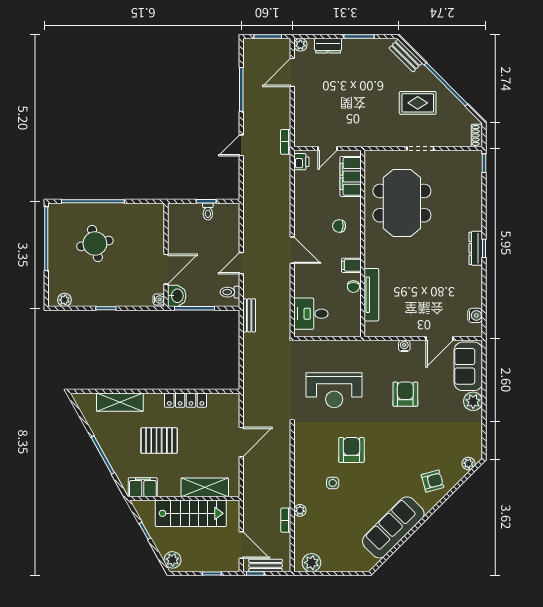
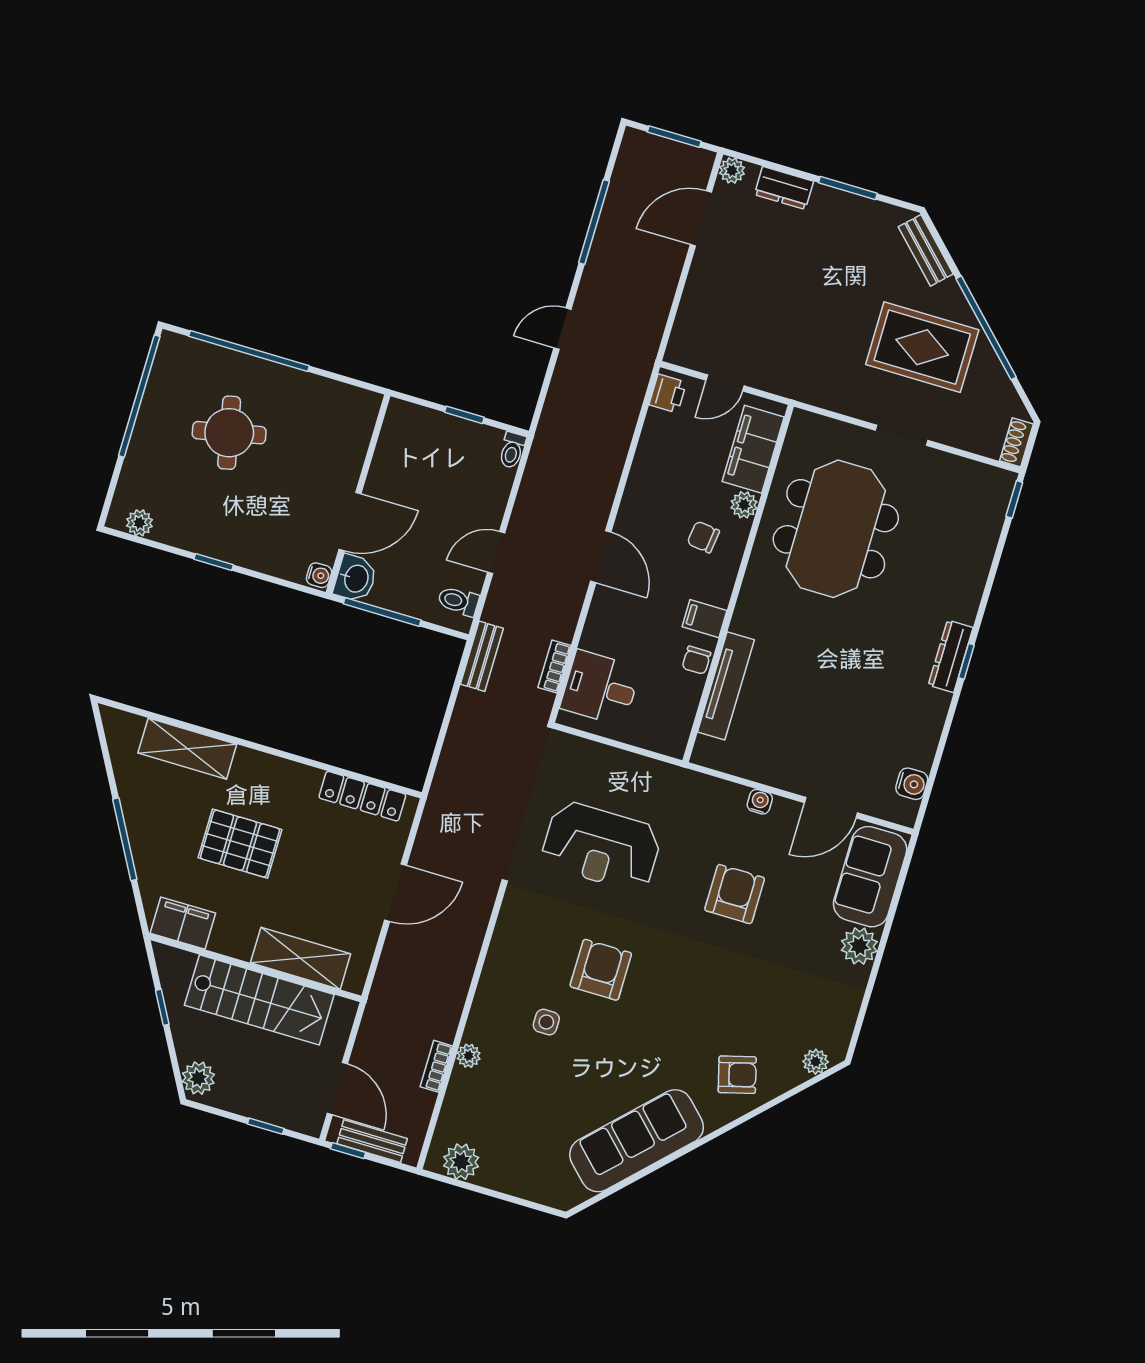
rug: (418, 103) -> (922, 347), width x1.36, depth x1.43
bookcase: (286, 142) -> (554, 666), moved
plant: (354, 205) -> (744, 505), added
toilet: (208, 211) -> (512, 450), moved
locker: (186, 400) -> (362, 796), moved

